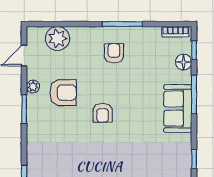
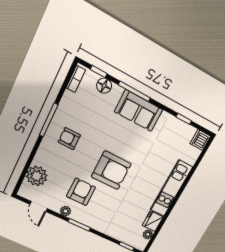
armchair: (103, 113) -> (111, 170), width x1.88, depth x1.88

